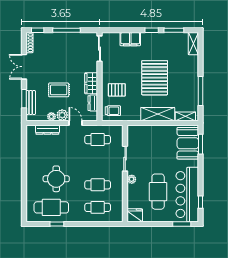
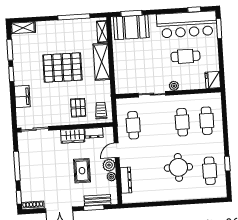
cafe table: (158, 192) -> (185, 56), width x0.73, depth x0.74
cafe table: (51, 207) -> (210, 171), width x0.73, depth x0.74

